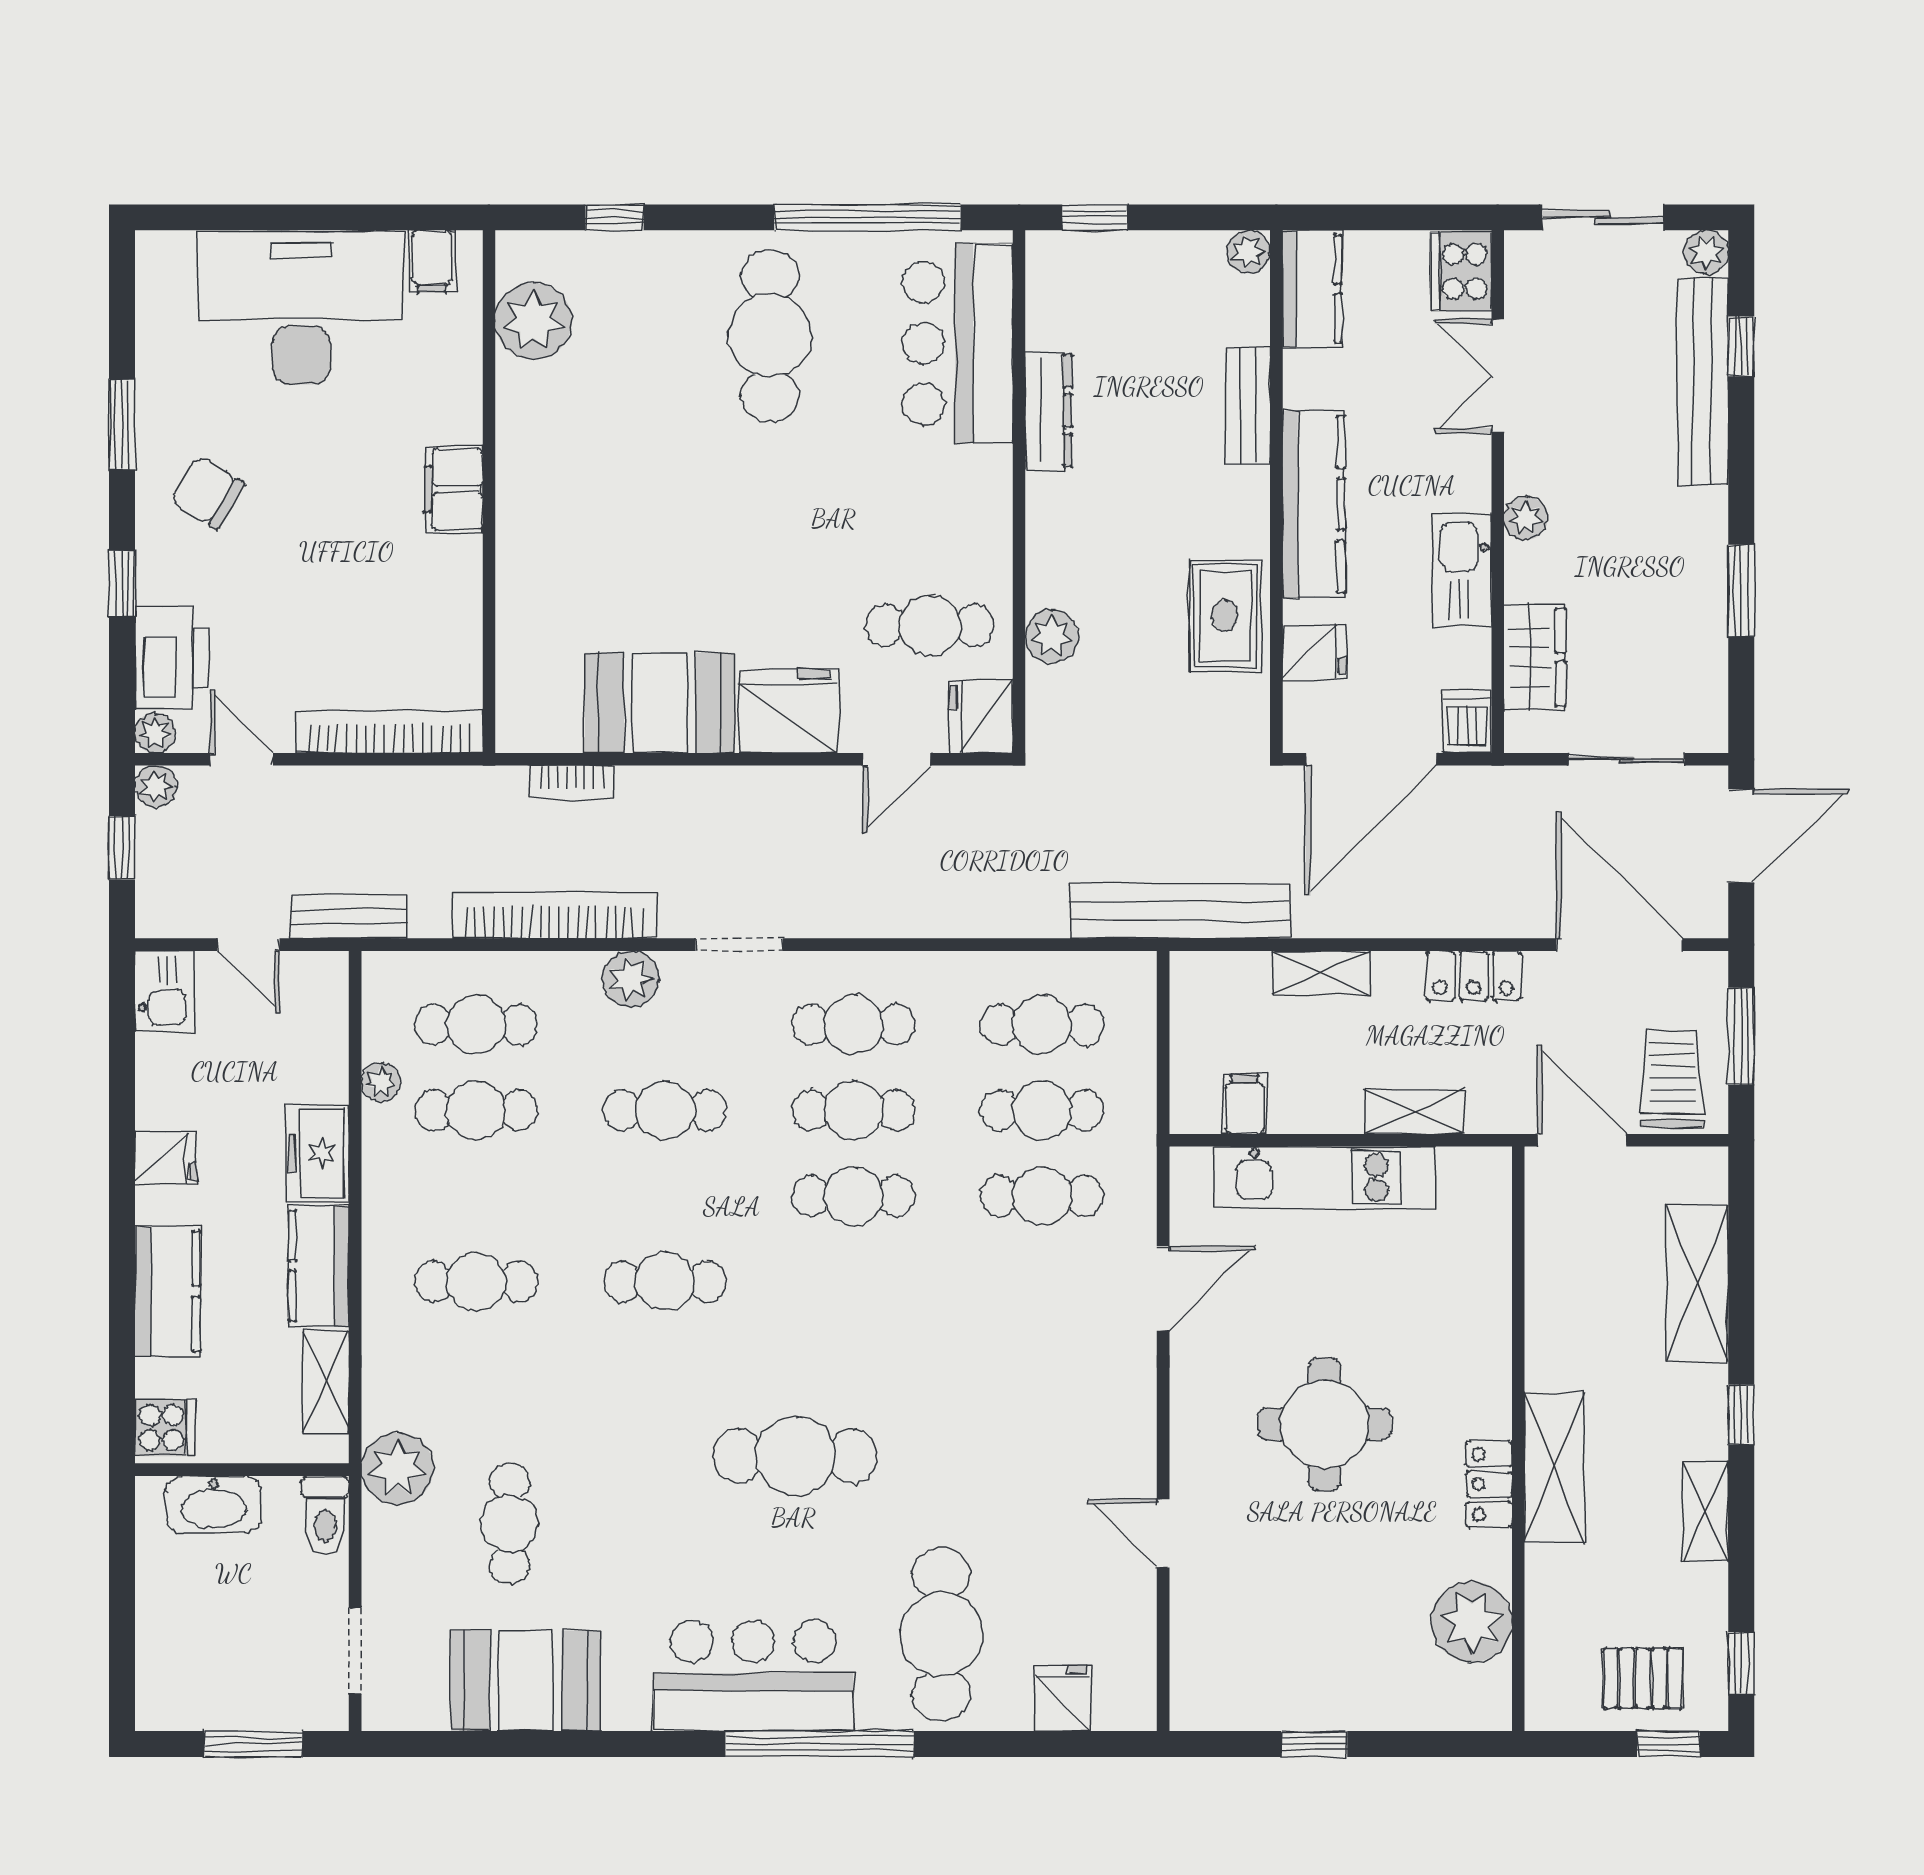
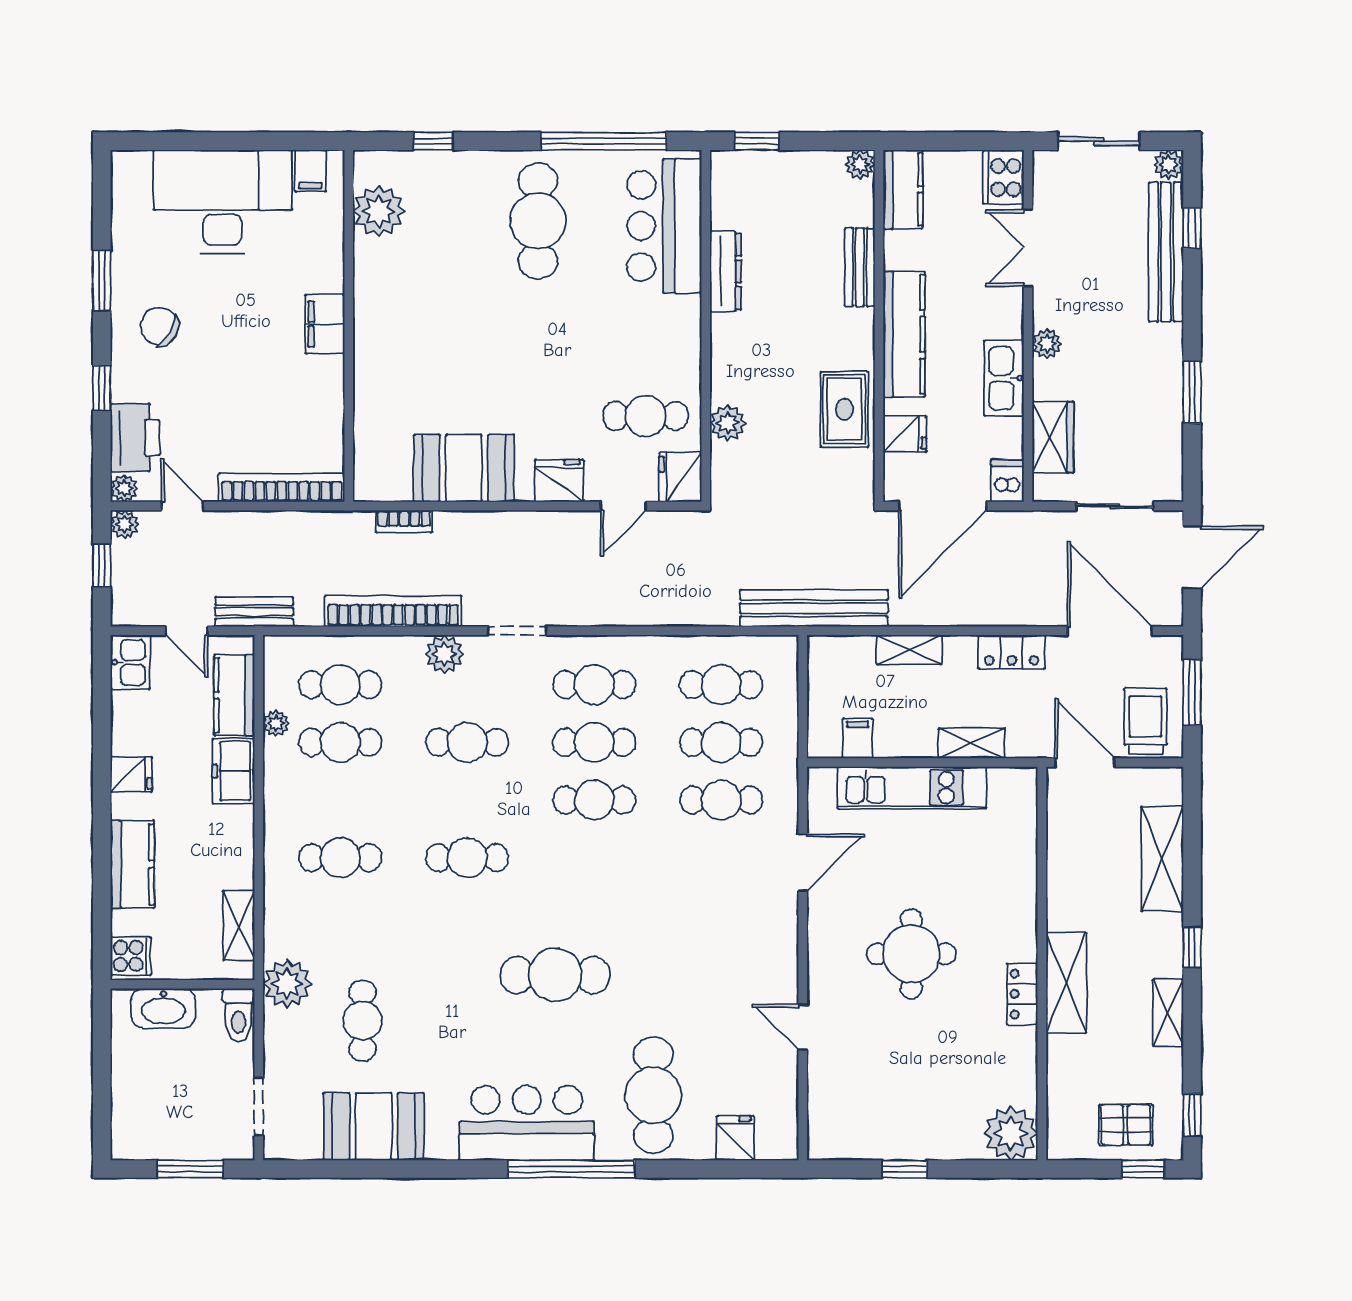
fridge: (788, 711) -> (559, 481), width x0.73, depth x0.75
kitchen counter: (319, 1266) -> (234, 695), moved
plant: (1472, 1622) -> (1011, 1133), moved

